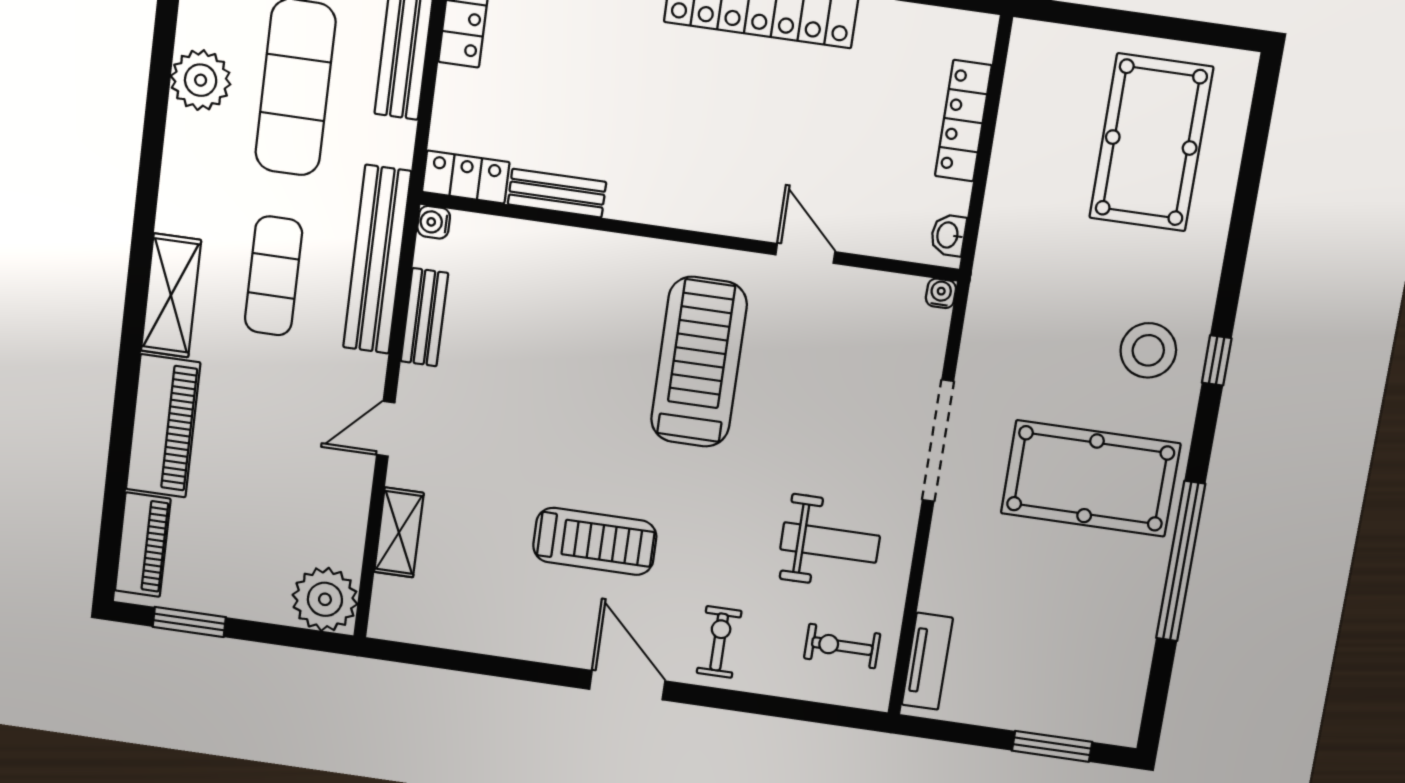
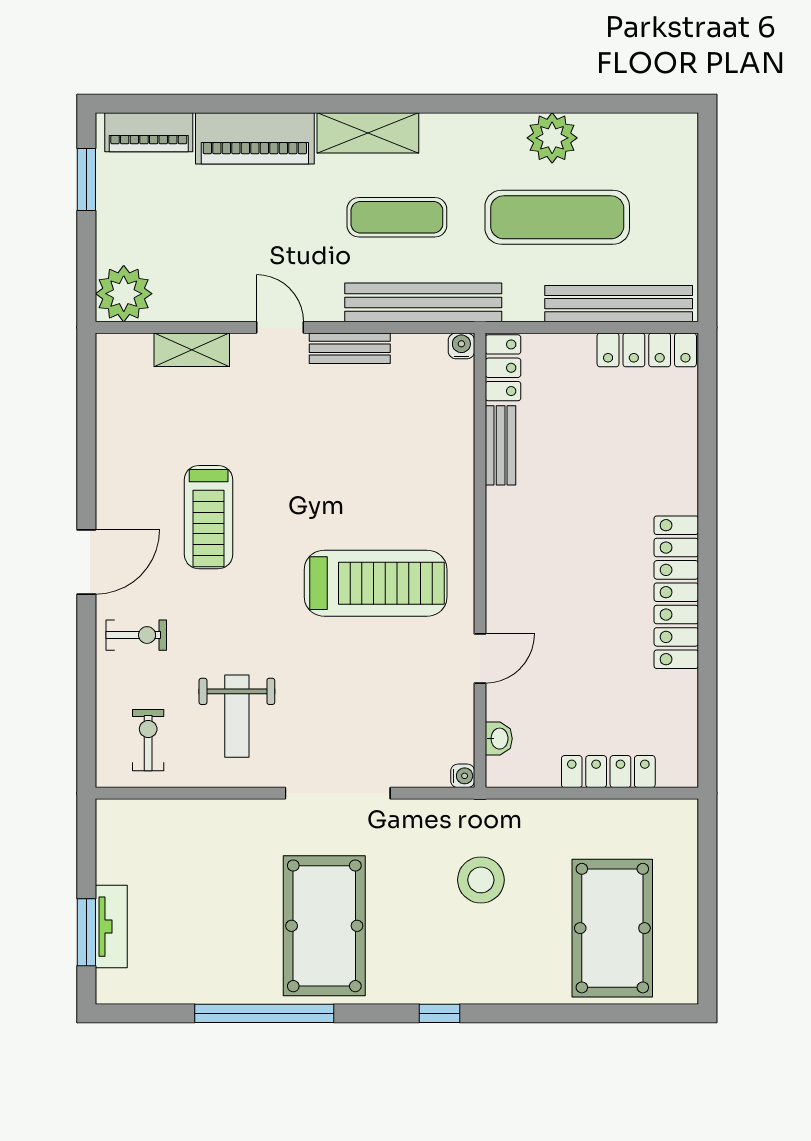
pool table: (1151, 143) -> (612, 928), turned 90
washbasin: (948, 235) -> (499, 739), moved, turned 90
bench: (424, 317) -> (350, 348), moved
stool: (1148, 350) -> (481, 880), moved
tv unit: (927, 661) -> (111, 927), moved, turned -90

